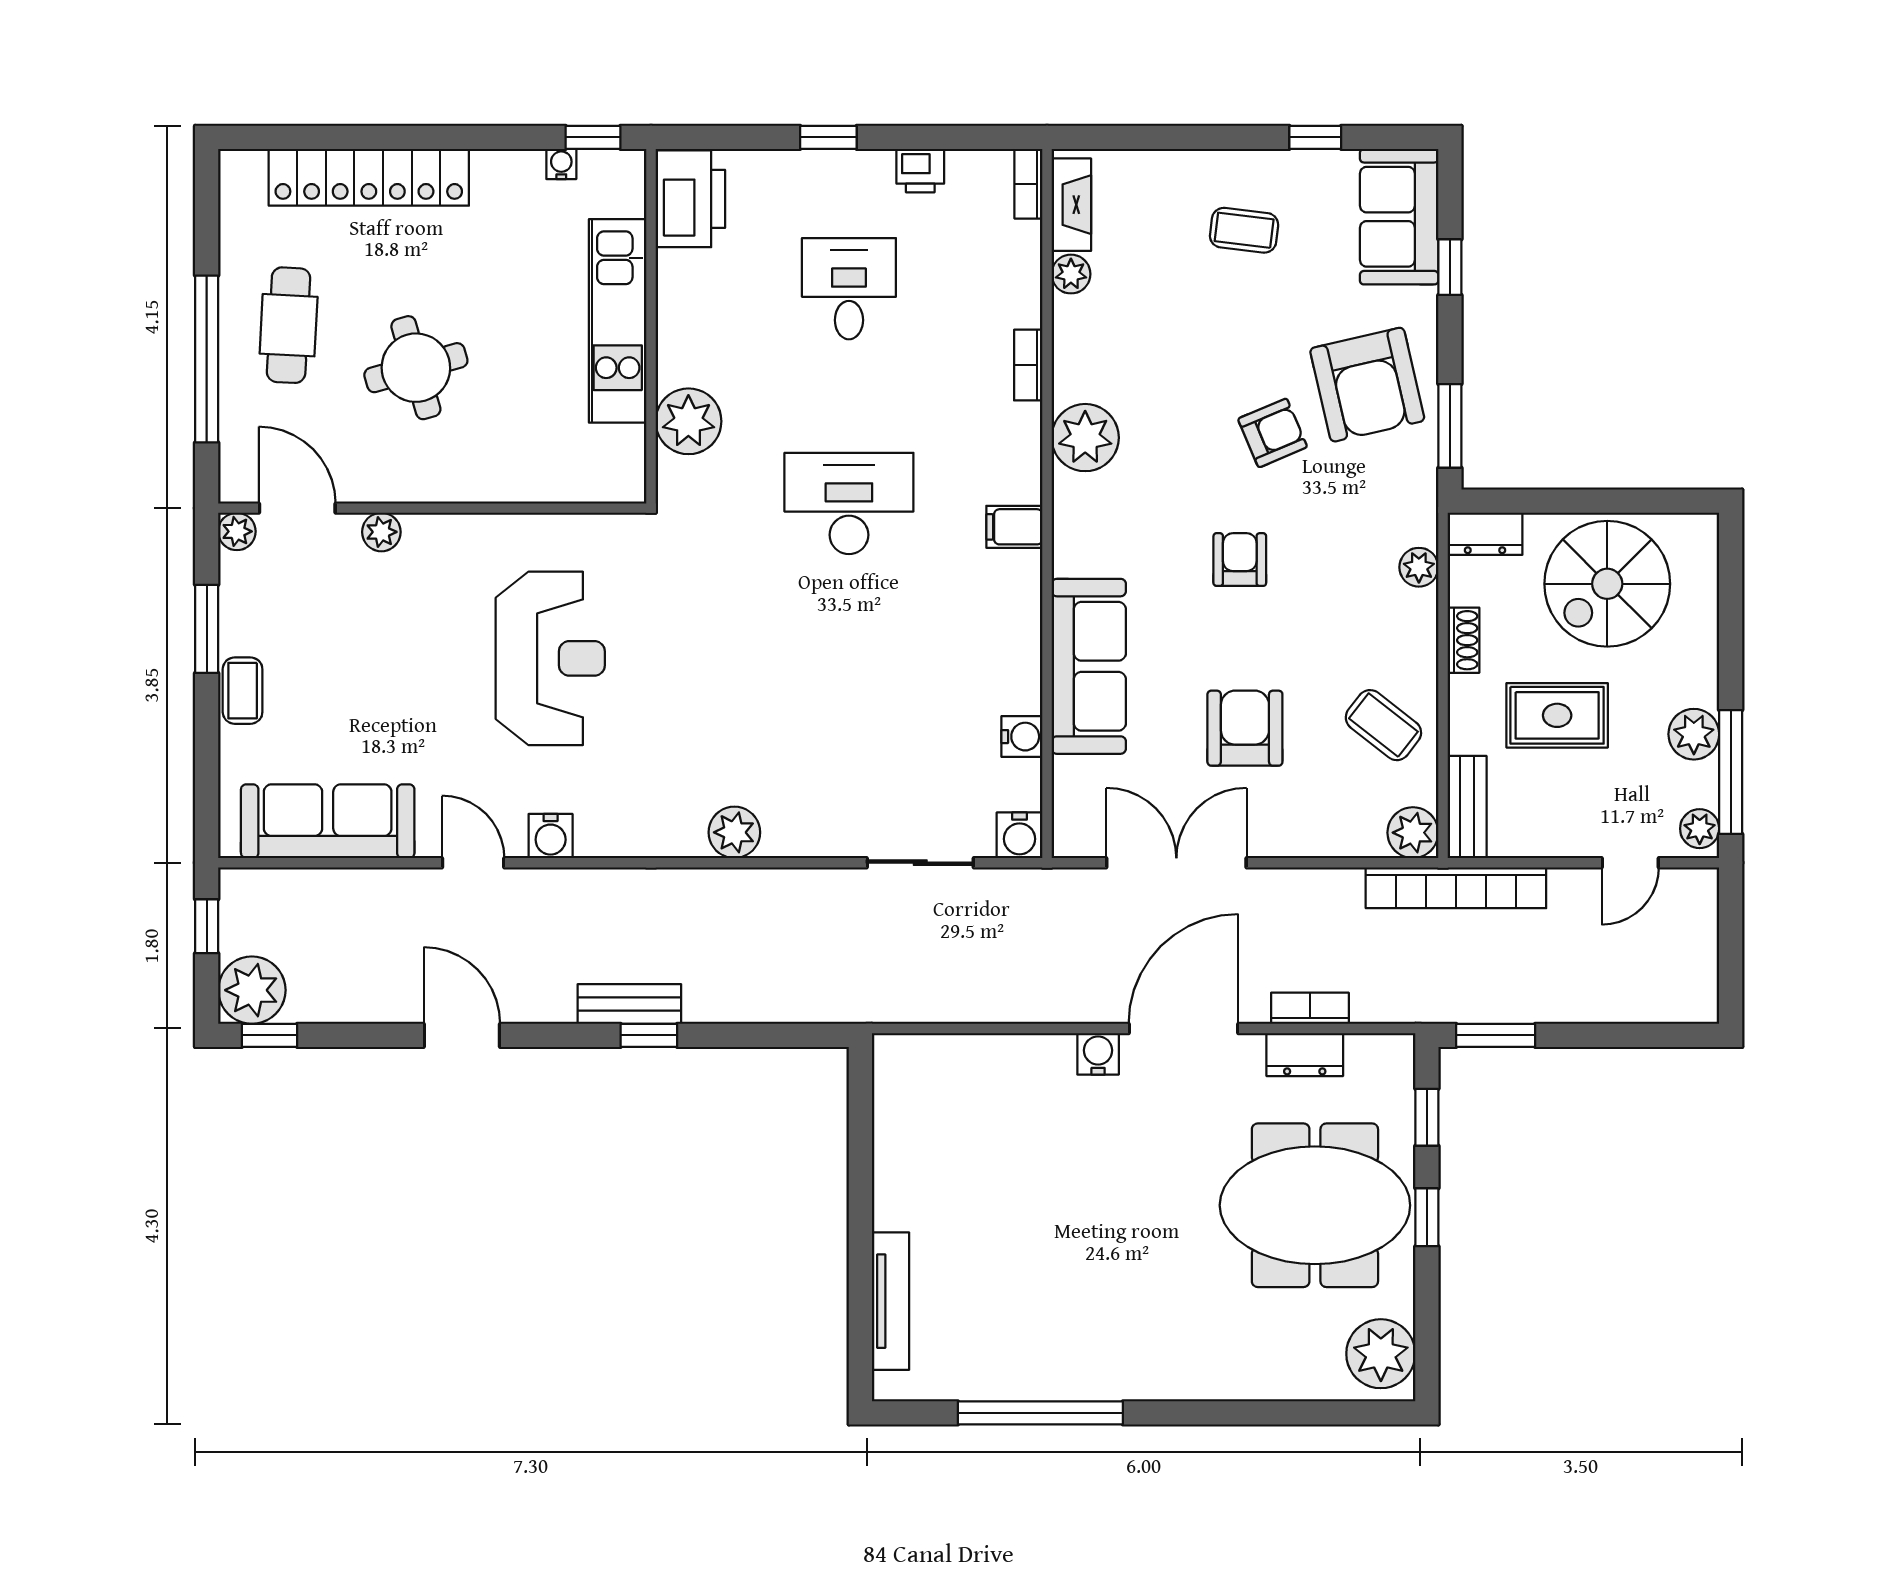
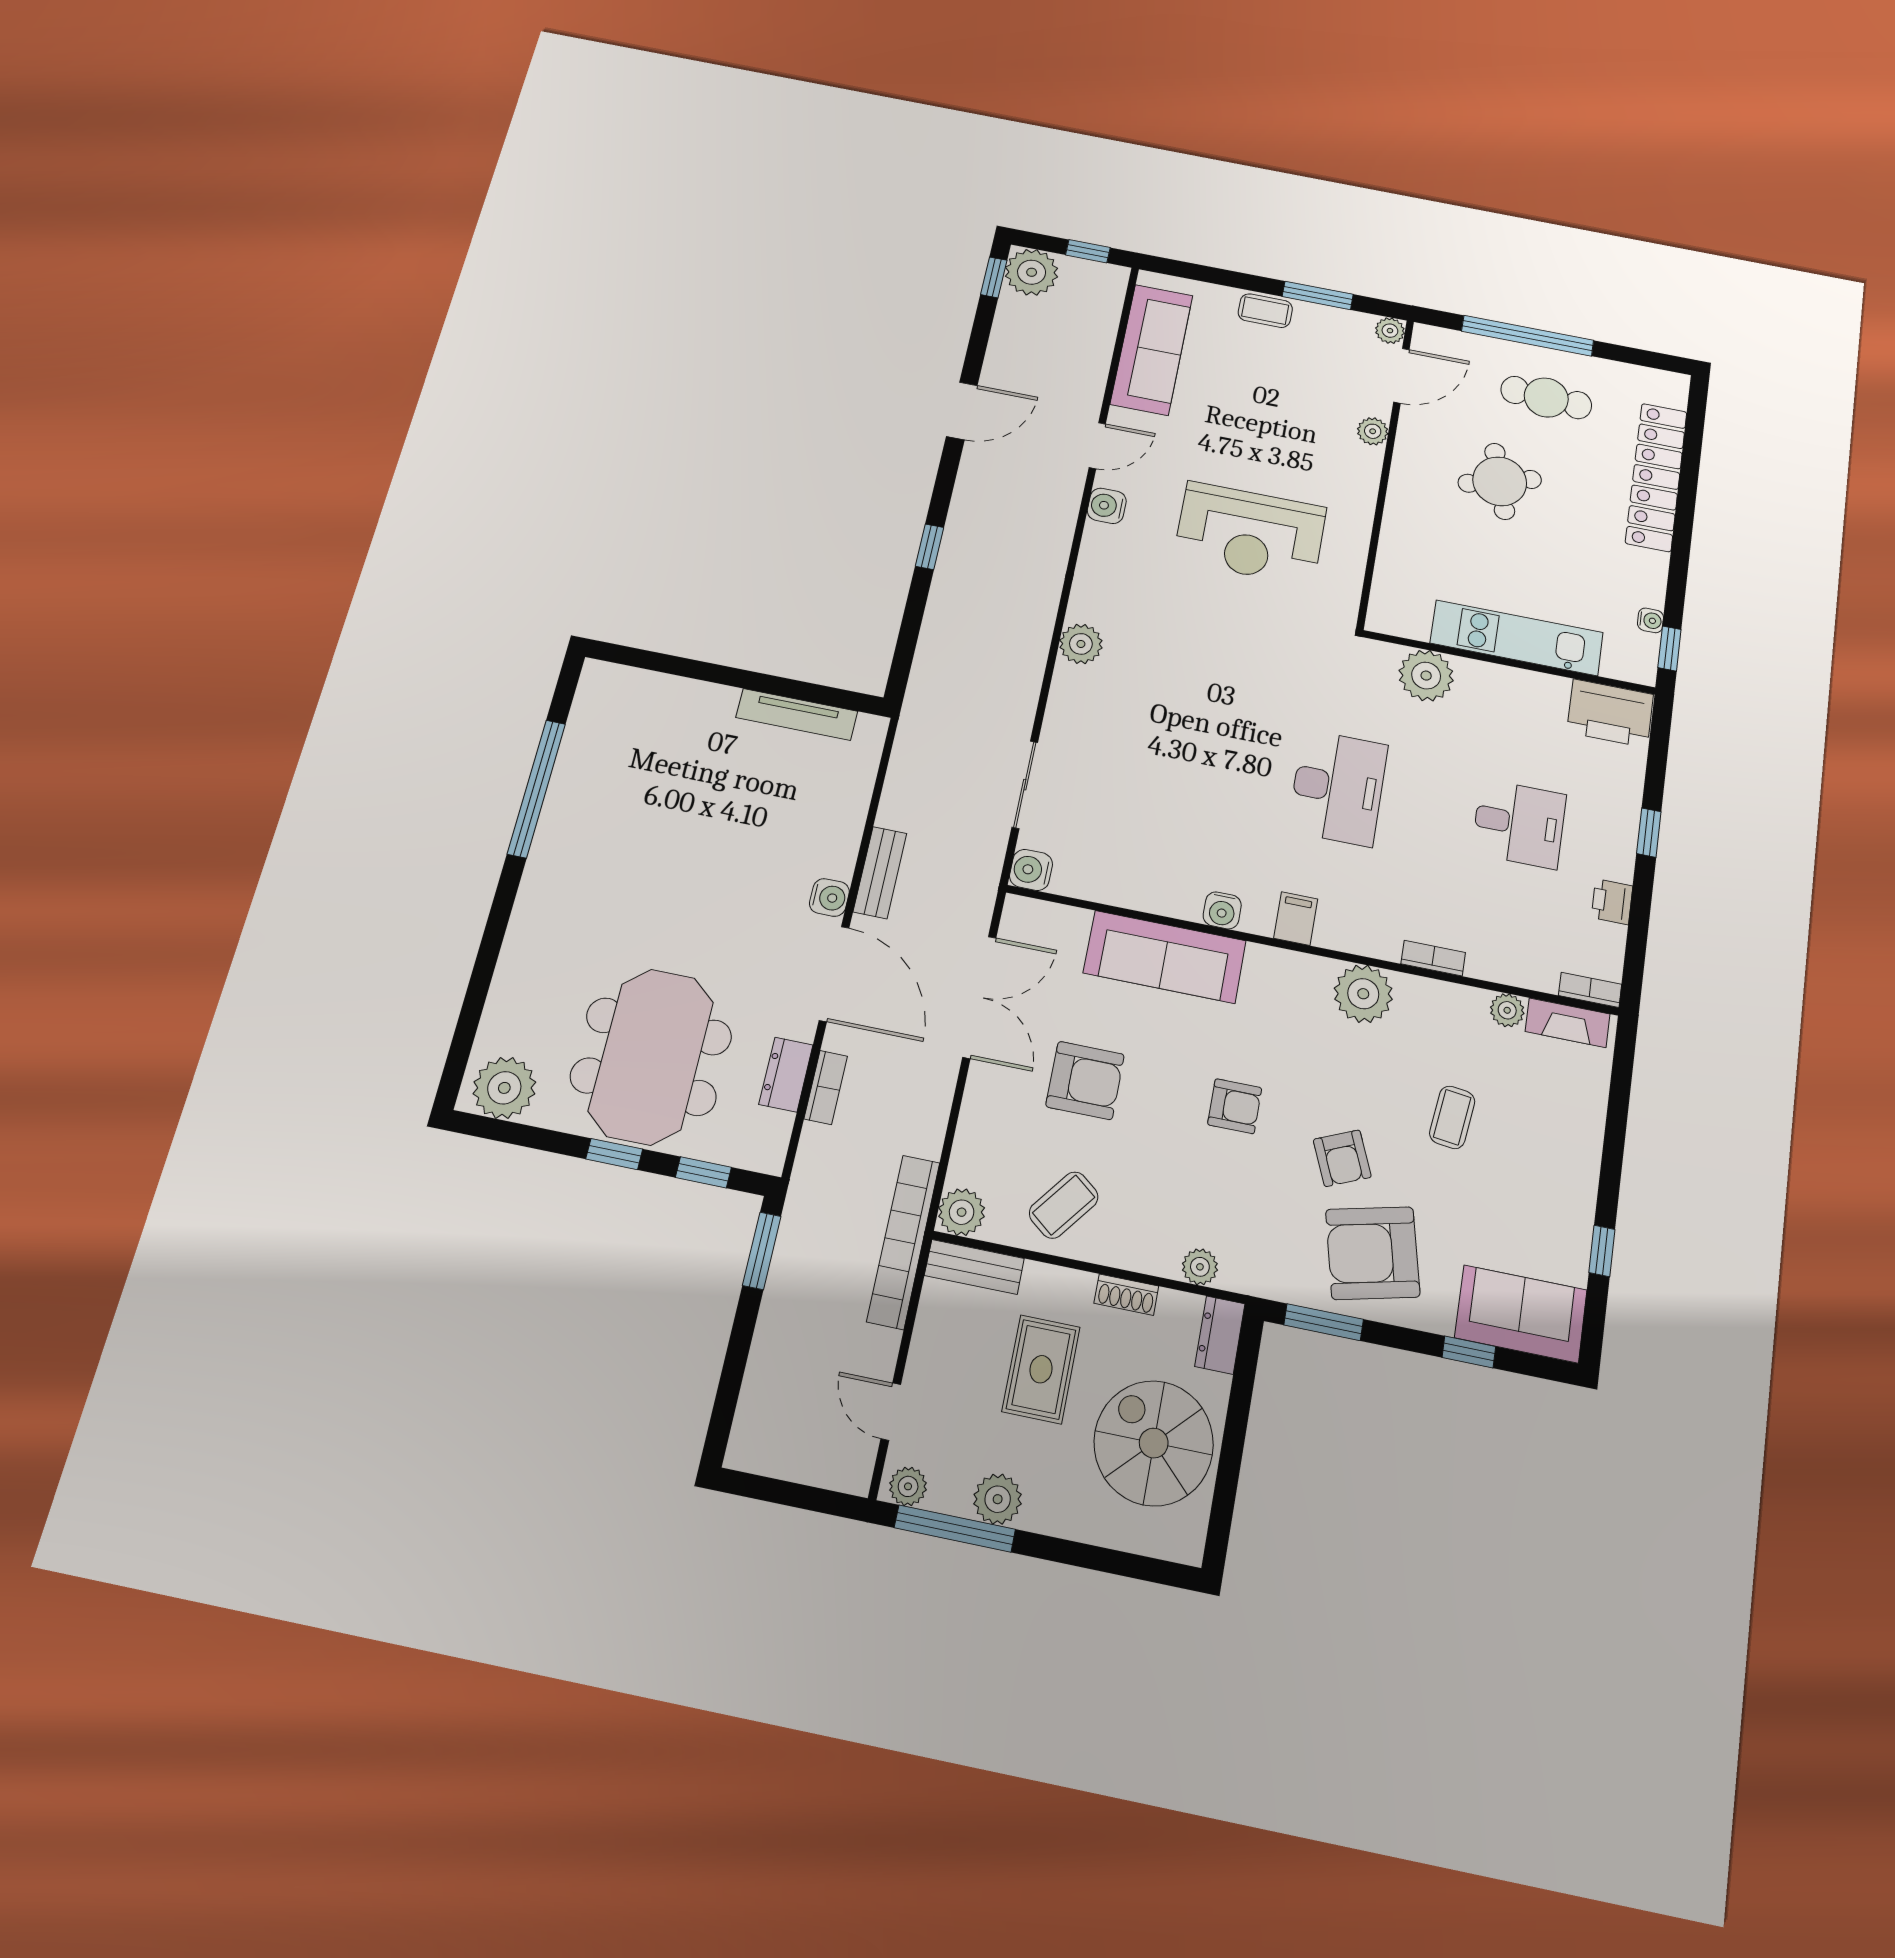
coffee table: (1244, 230) -> (1452, 1117), moved
water cooler: (1022, 737) -> (1222, 910), moved
bench: (629, 1004) -> (880, 872), moved
tv unit: (891, 1301) -> (797, 714), moved

